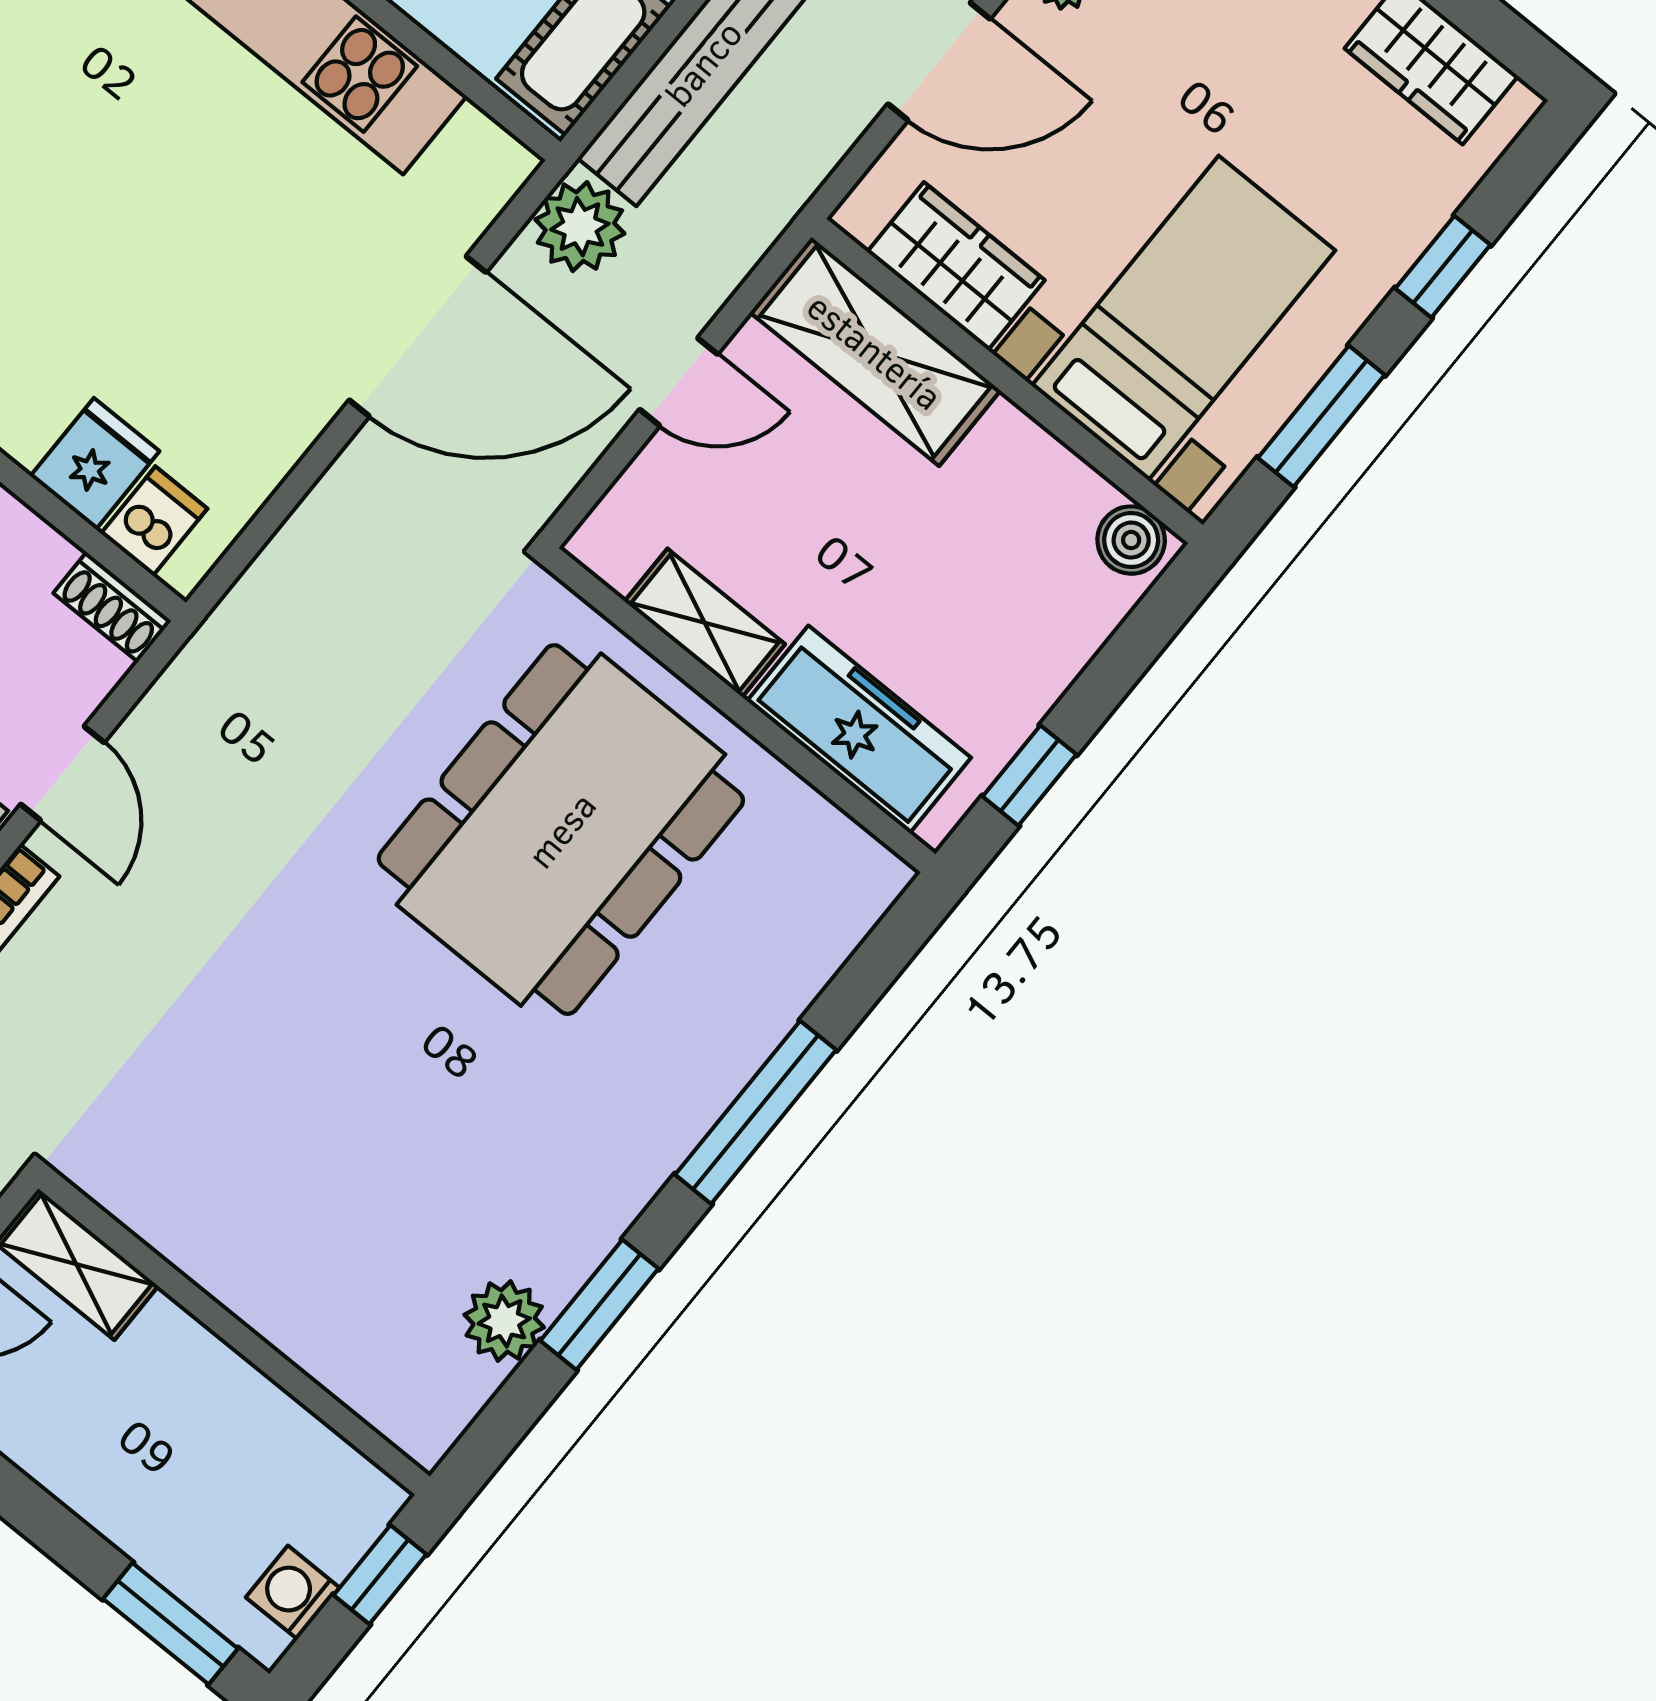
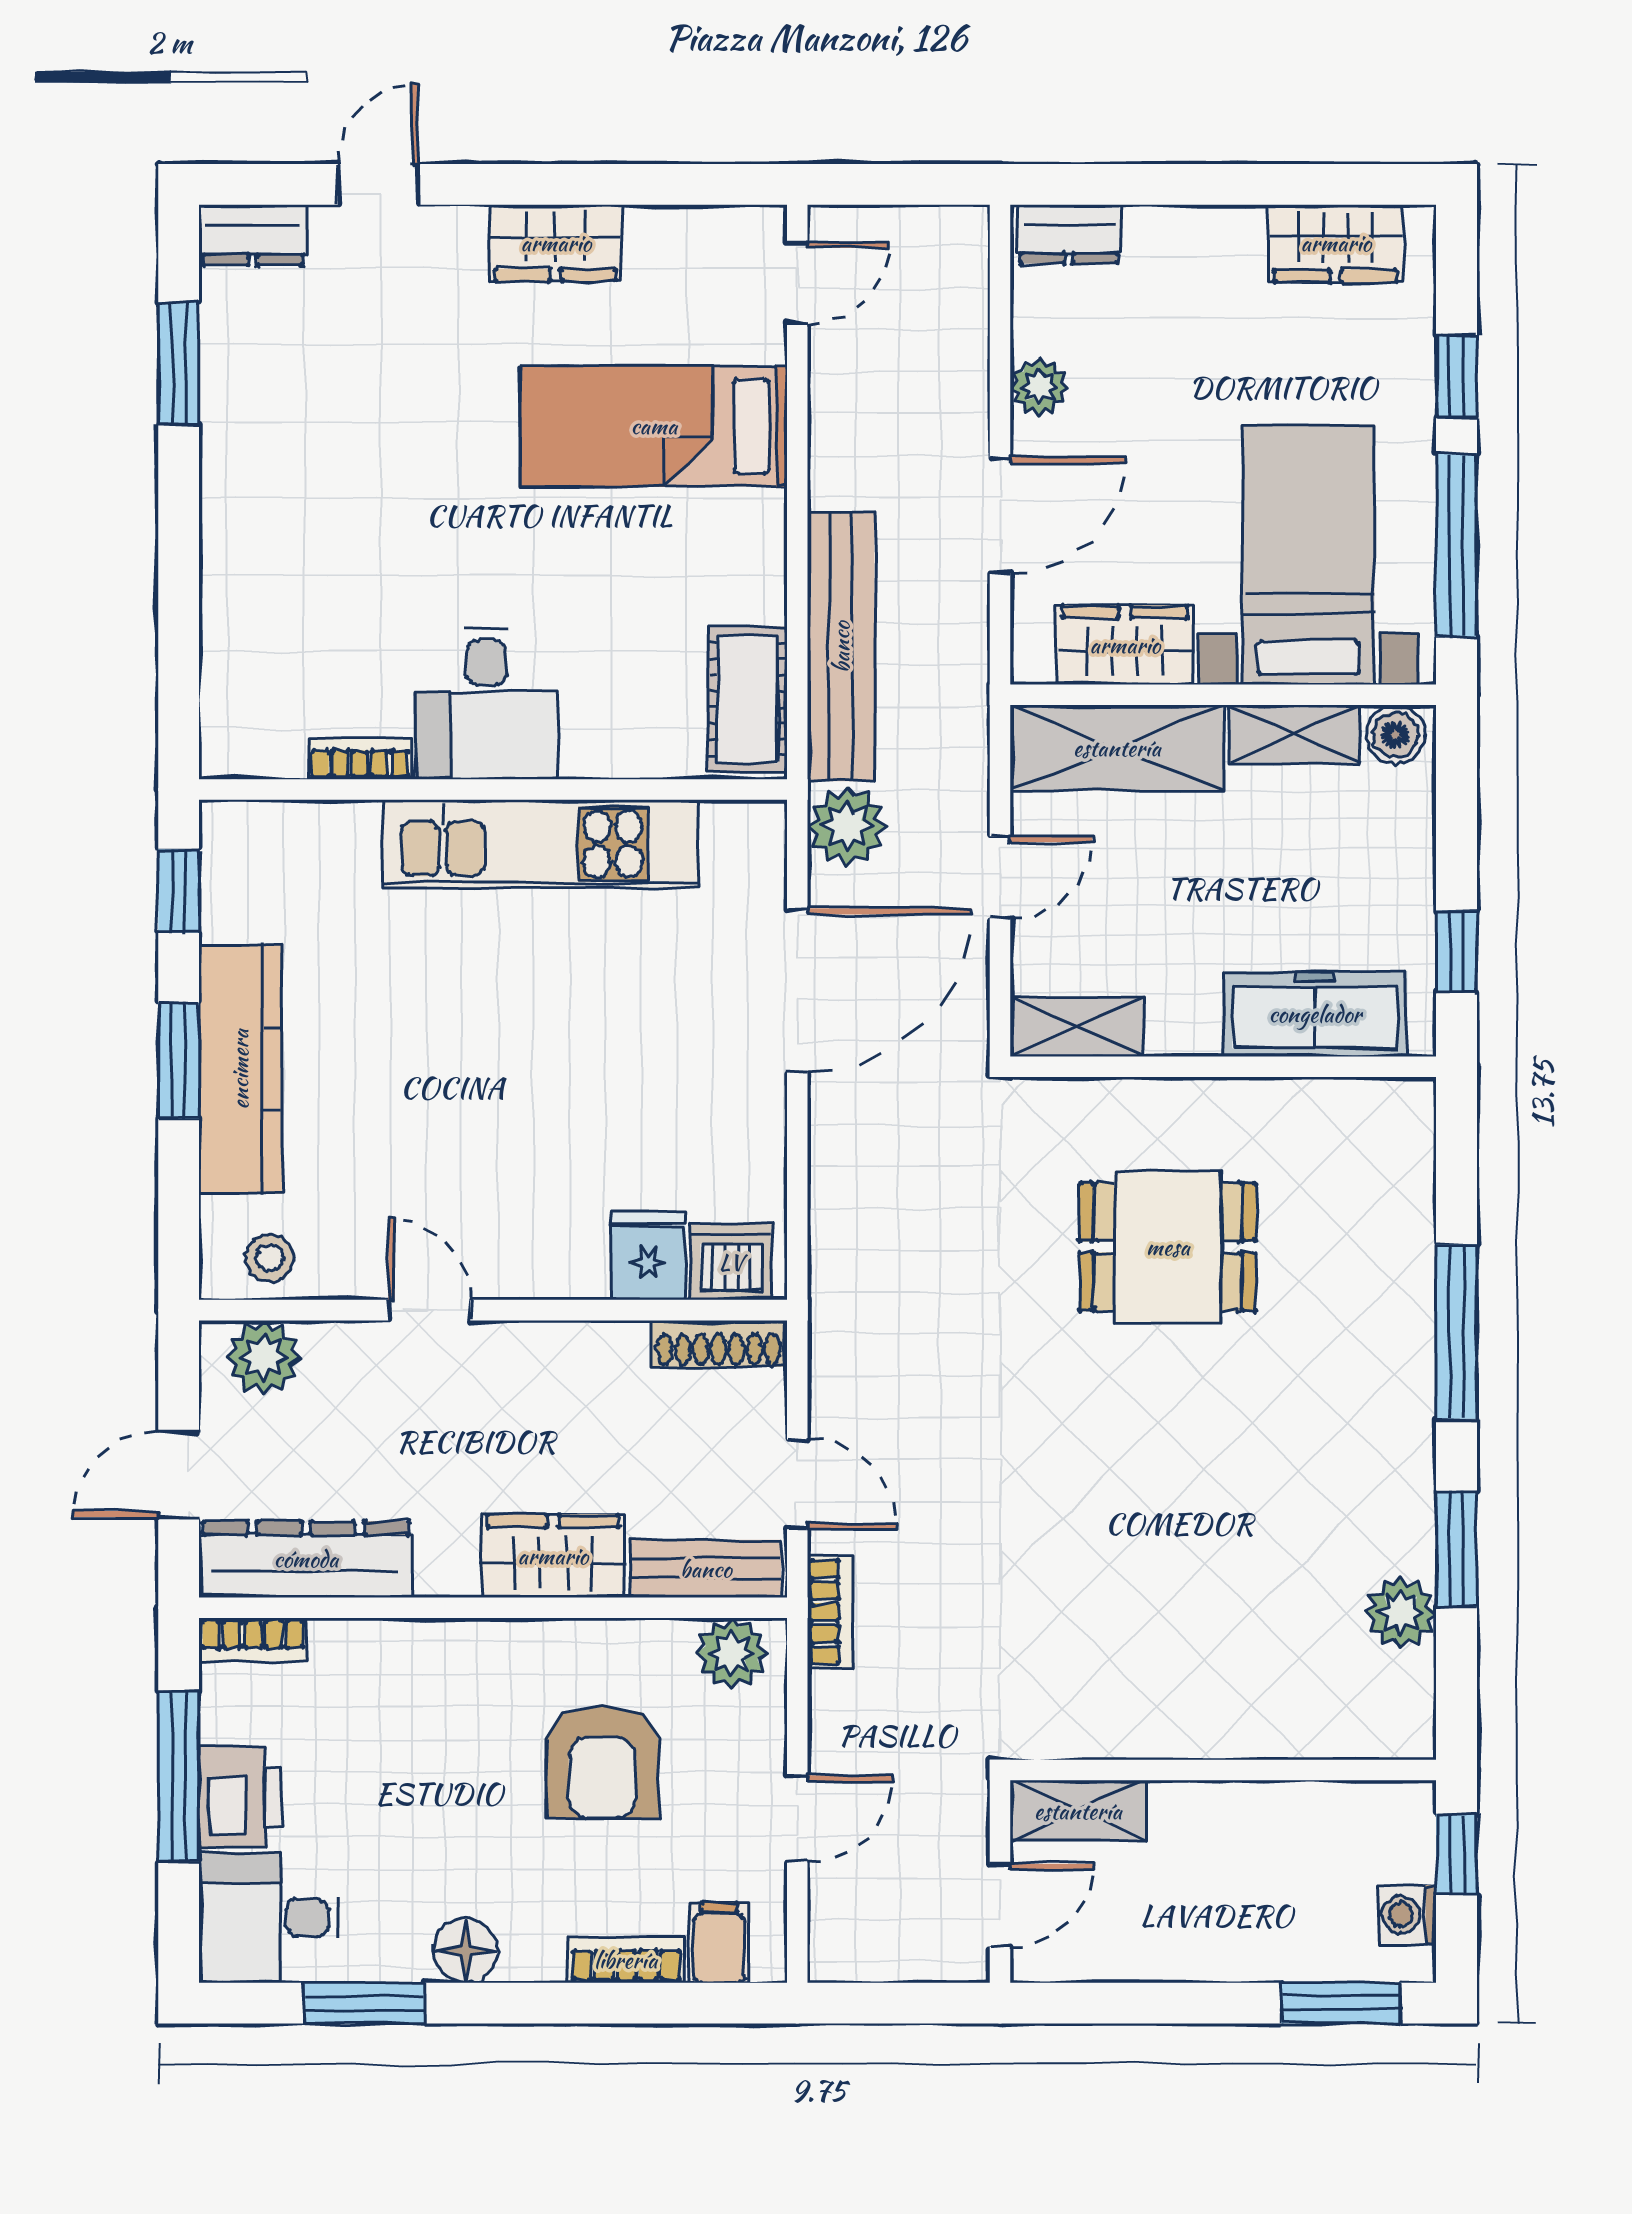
window: (1321, 416) -> (1456, 545), width x1.44
shelving: (1042, 468) -> (1295, 735), added
dishwasher: (154, 521) -> (731, 1262), width x1.38
shoe rack: (112, 607) -> (719, 1344), width x1.43
shelving: (705, 623) -> (1077, 1027), moved
dining table: (561, 830) -> (1168, 1247), width x0.53, depth x0.80

